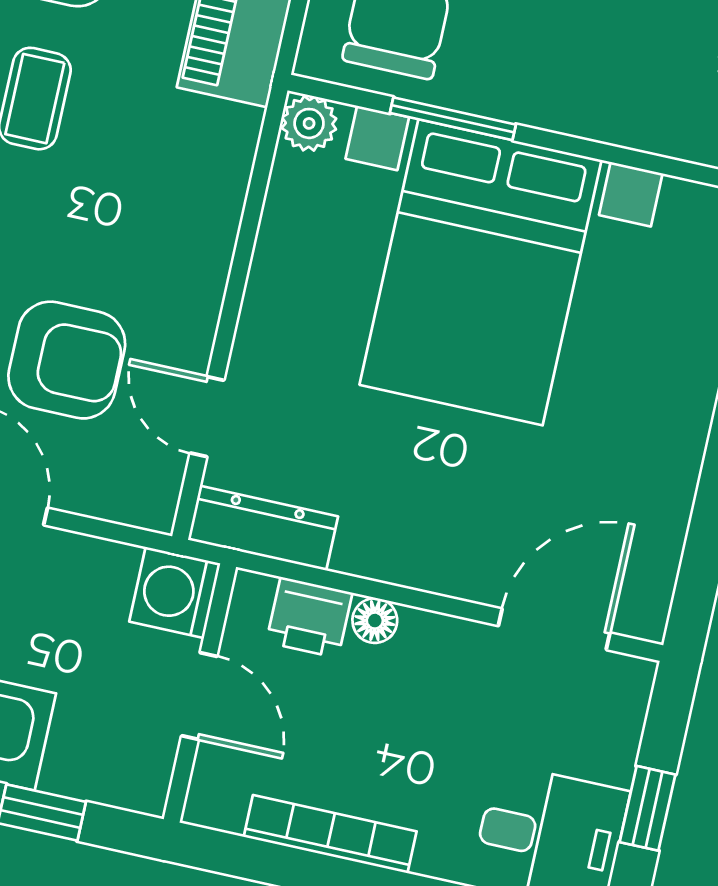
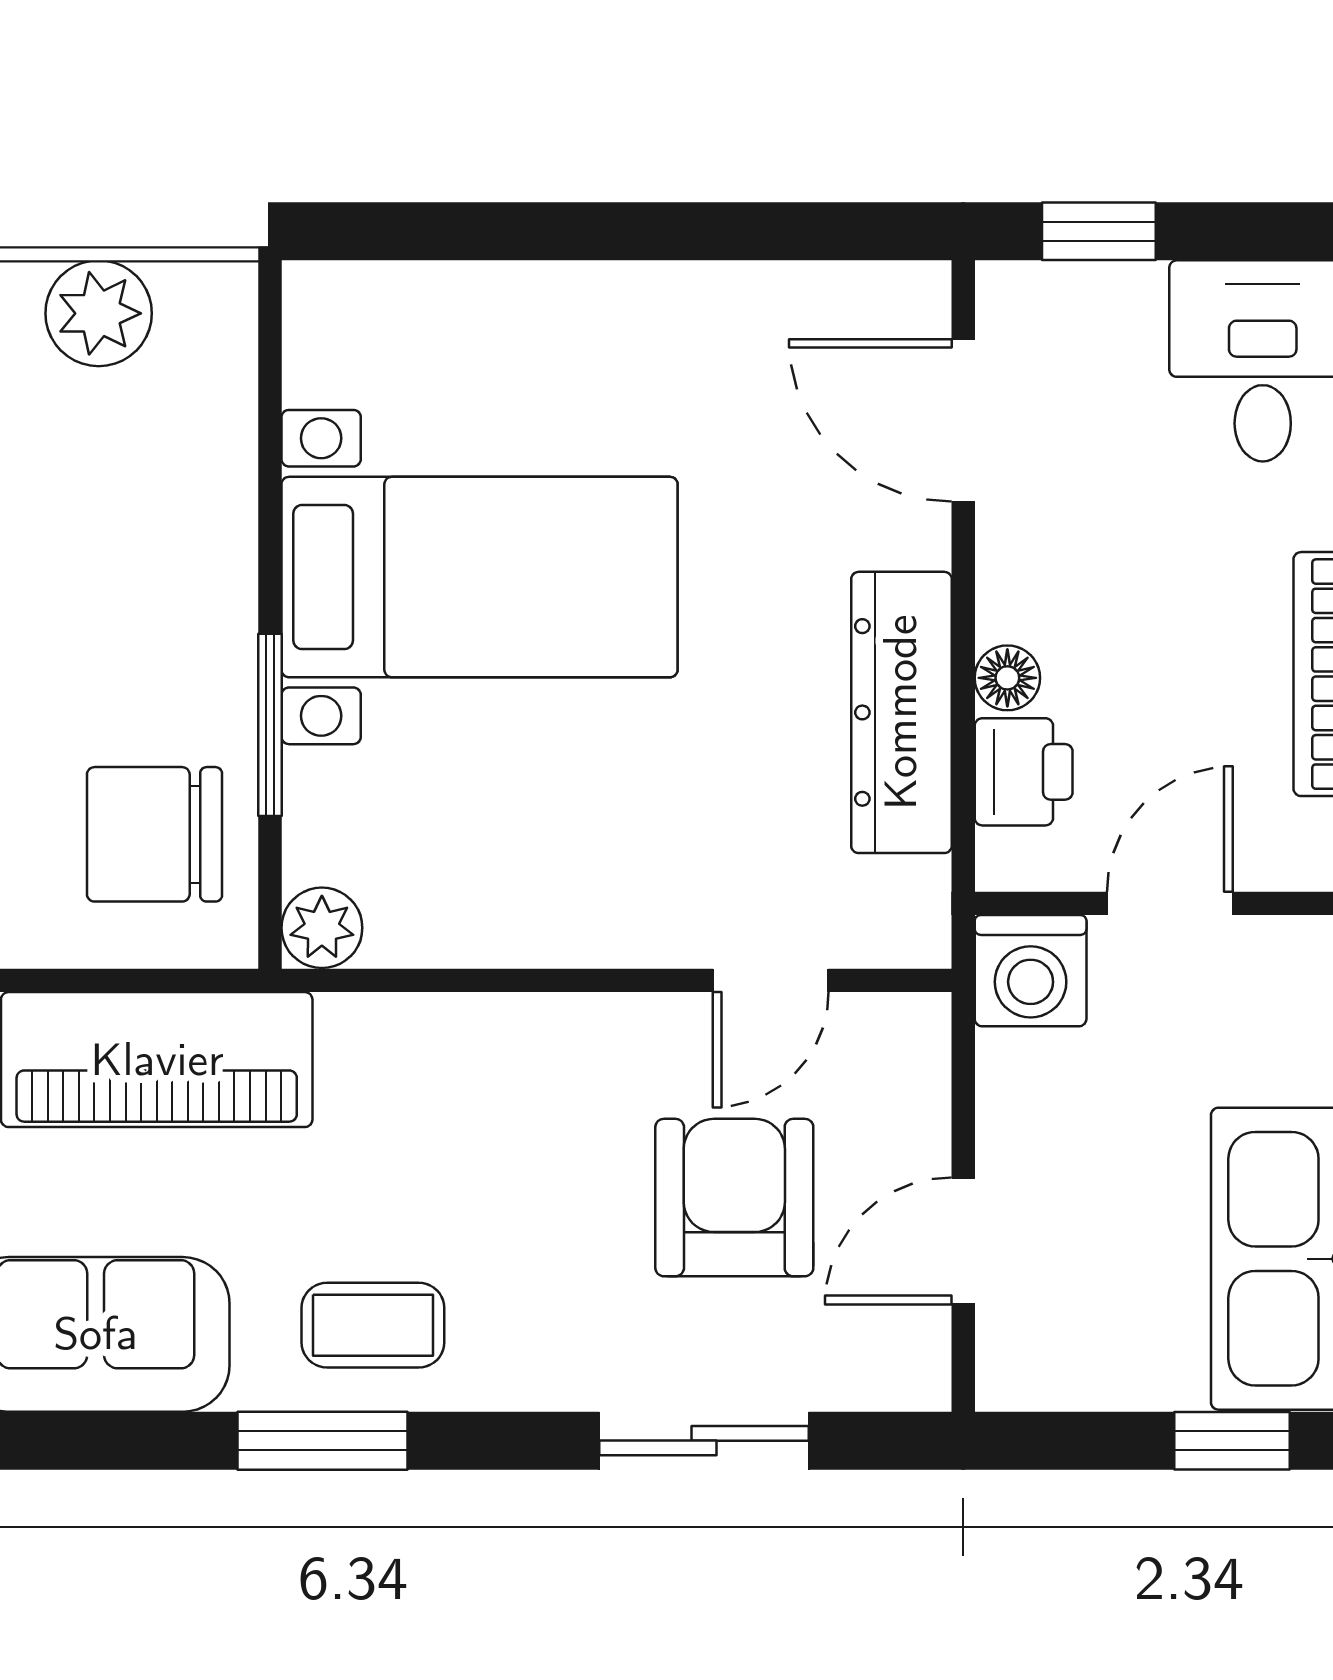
bed with nightstands: (480, 272) -> (479, 577), width x0.73
dresser: (263, 528) -> (901, 712), moved, width x1.37, depth x1.24
window: (648, 808) -> (1099, 231), moved

